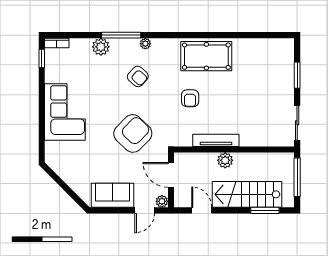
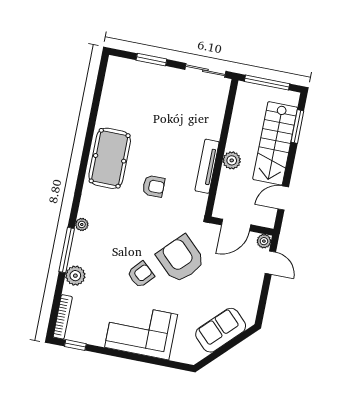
bookcase: (57, 43) -> (63, 317), width x1.56
armchair: (138, 76) -> (141, 275), moved
sofa: (112, 195) -> (221, 330), moved, turned 45

